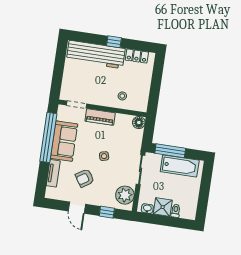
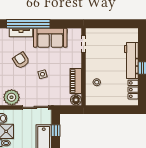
workbench: (96, 54) -> (131, 61), width x0.73, depth x0.76
piano: (100, 117) -> (76, 81), moved
window: (48, 137) -> (28, 24), moved
window: (170, 151) -> (56, 131), width x0.46

